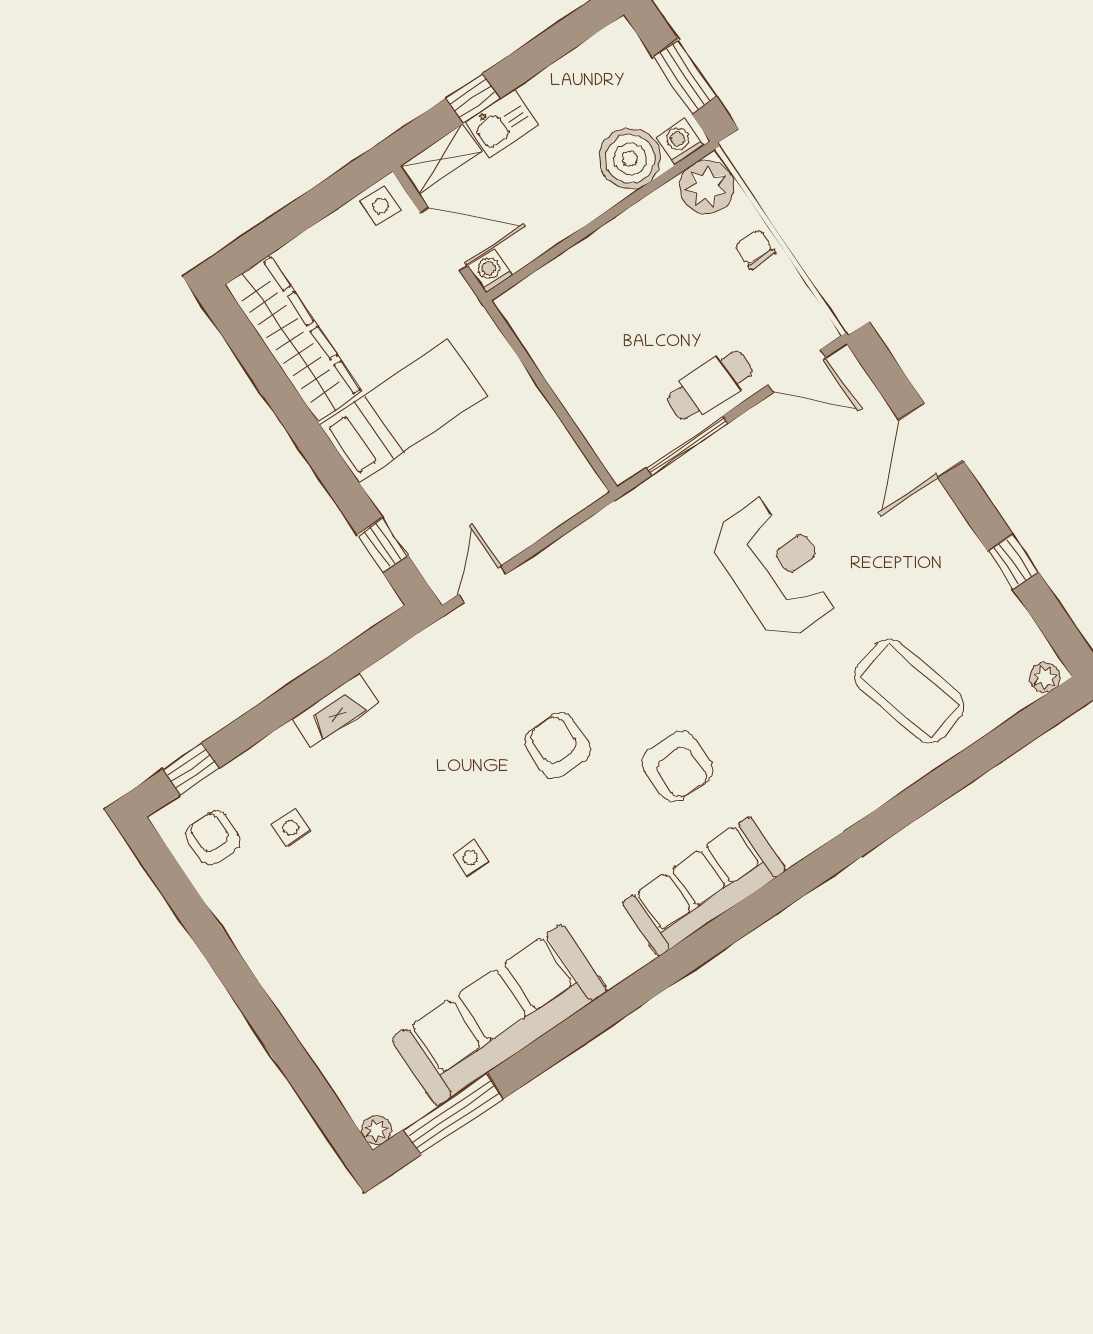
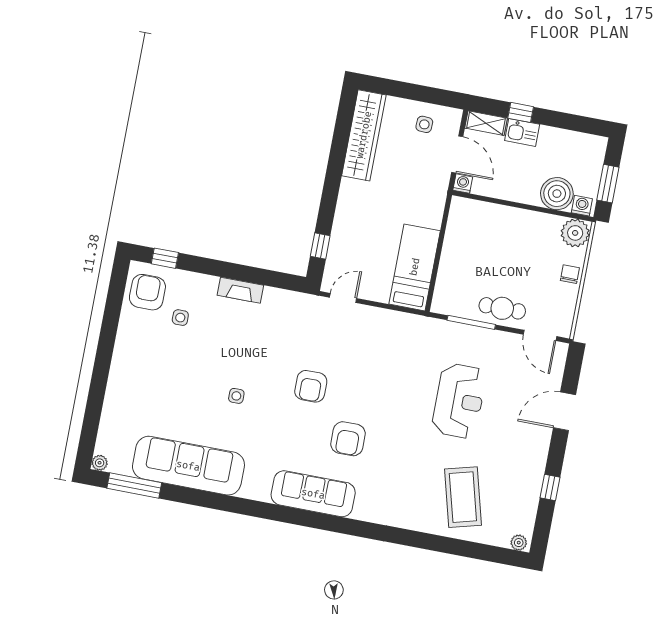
side table: (380, 206) -> (424, 124), moved
bed: (403, 410) -> (415, 267), moved, turned -90
armchair: (557, 746) -> (311, 386), turned 180
armchair: (213, 838) -> (147, 292), width x1.38, depth x1.38

